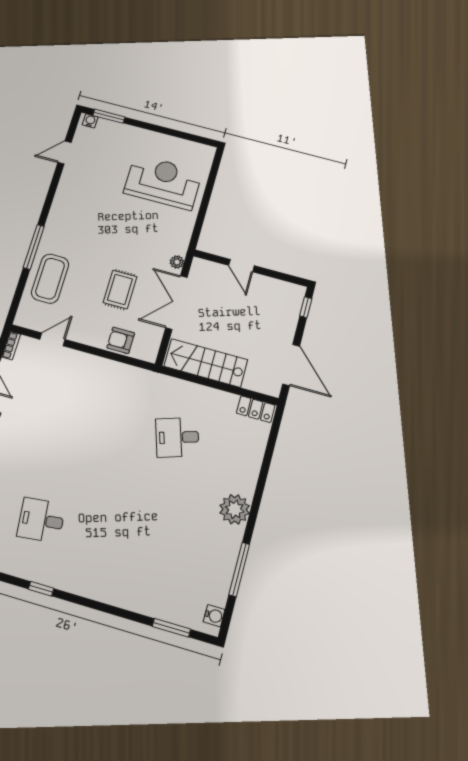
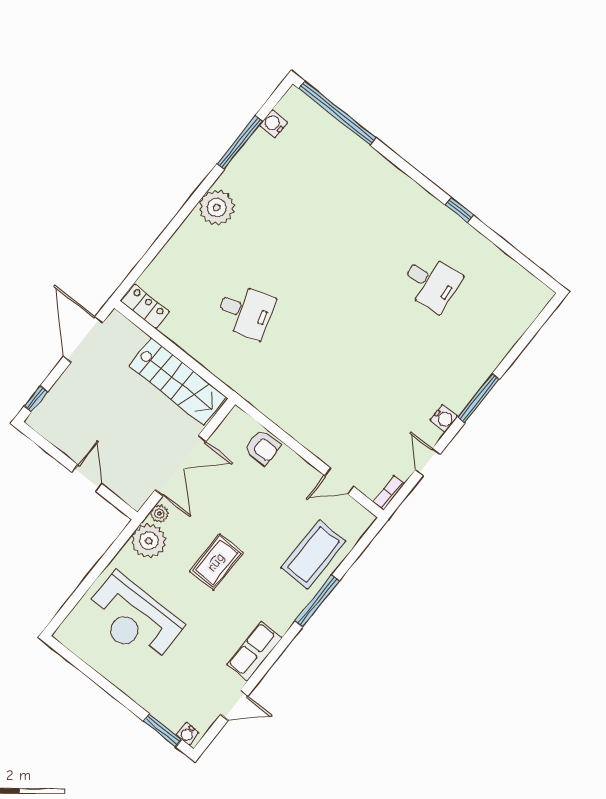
row of seats: (65, 195) -> (255, 651), added
plant: (176, 240) -> (149, 541), added
rug: (120, 289) -> (216, 562), moved
water cooler: (214, 616) -> (273, 124), moved
window: (171, 628) -> (337, 113), width x2.11

